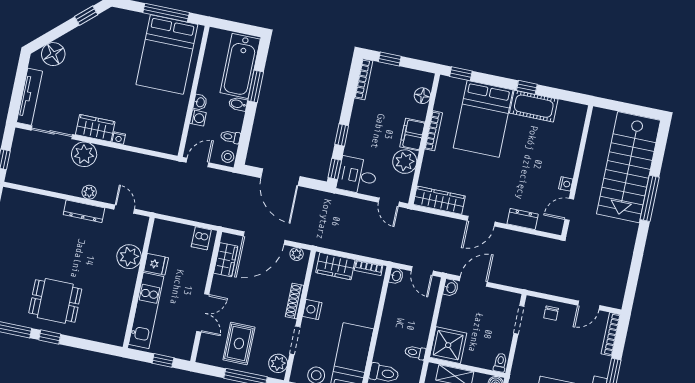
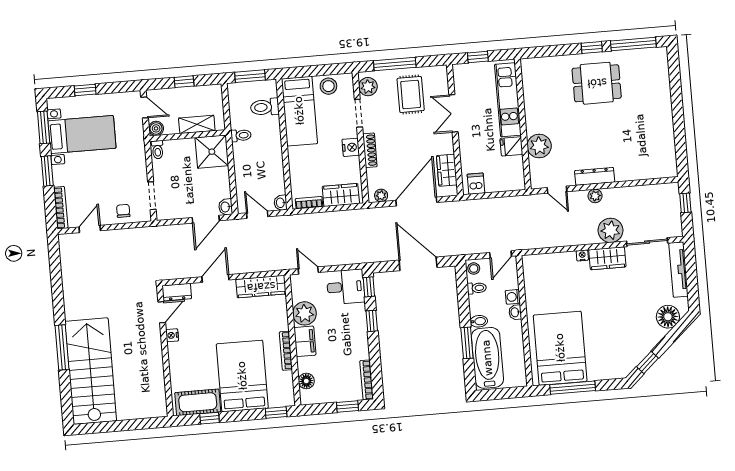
wall: (577, 171) -> (165, 351), moved
nightstand: (566, 184) -> (172, 335), moved
door: (569, 209) -> (162, 312), moved

